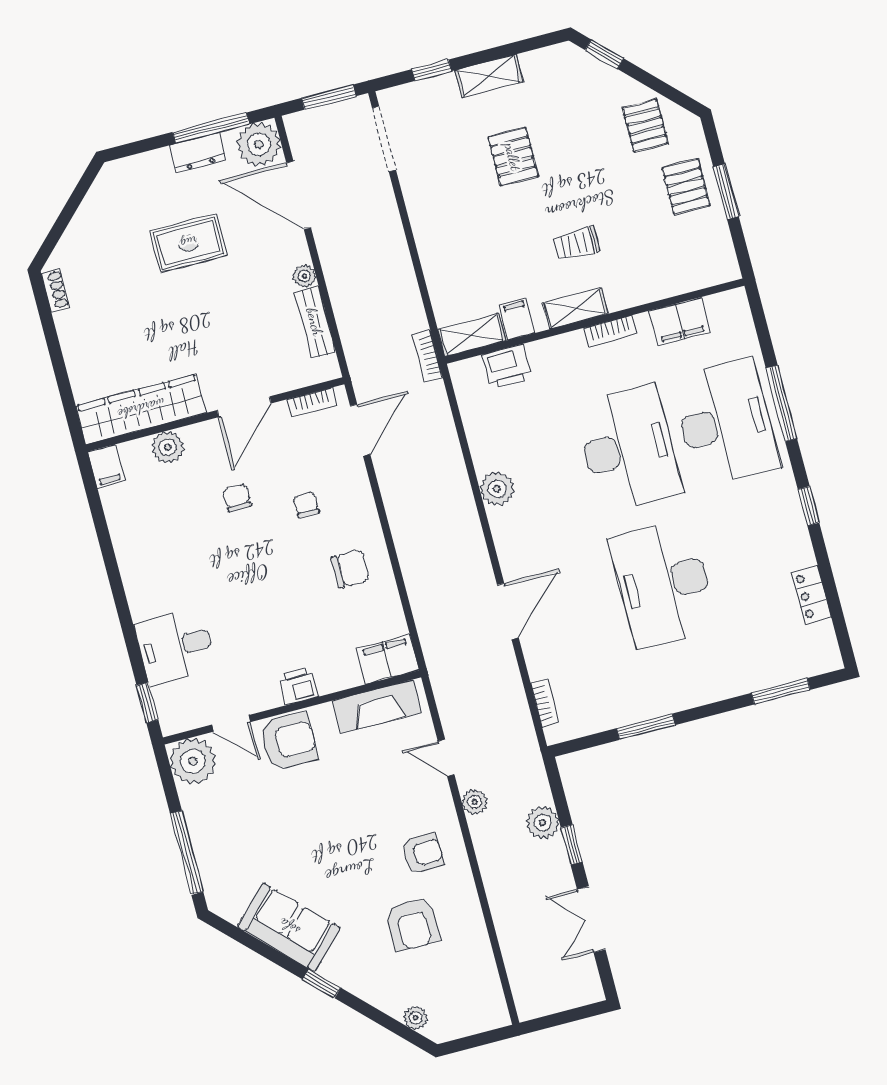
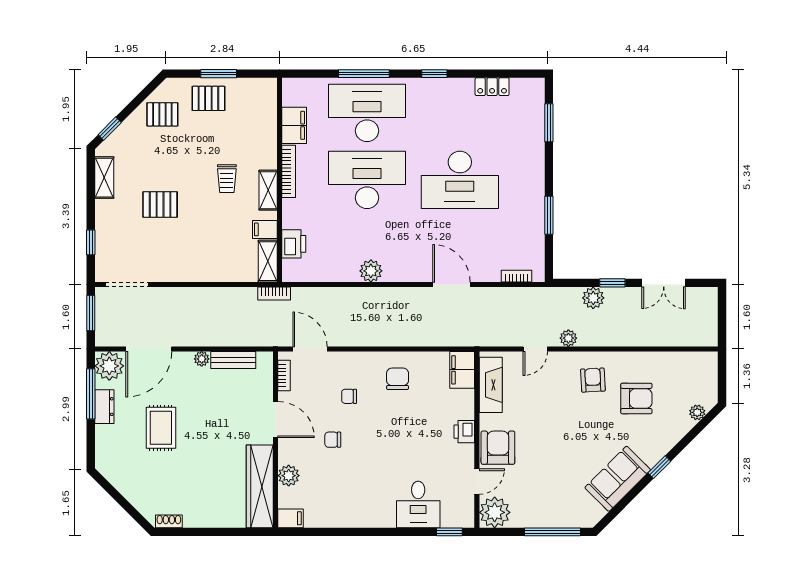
shelving: (489, 76) -> (104, 178), moved
bookcase: (610, 331) -> (289, 171), width x1.56

